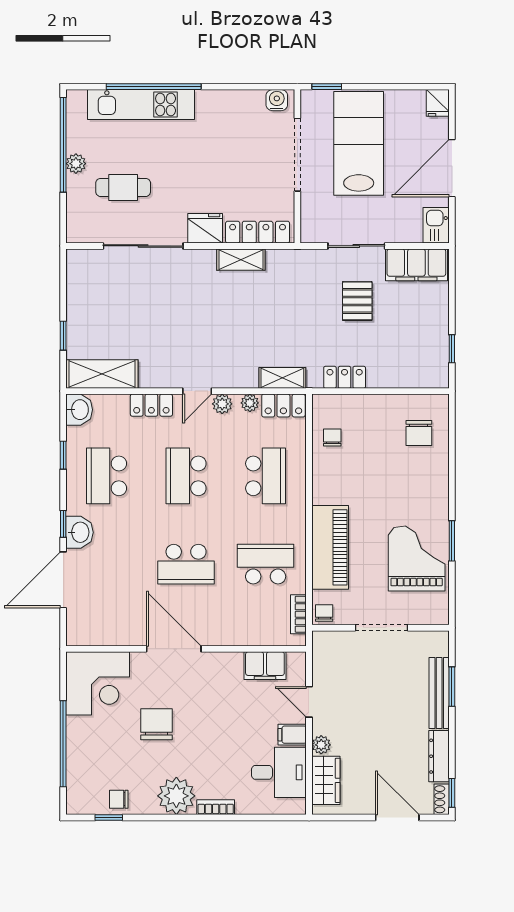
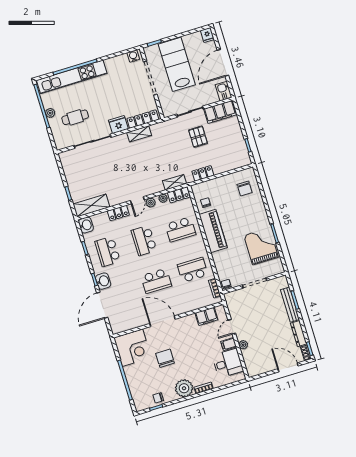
kitchen unit: (141, 105) -> (72, 77), width x1.36
school desk: (266, 476) -> (180, 229), turned 90
piano: (330, 547) -> (213, 231), moved
door: (309, 702) -> (232, 327), hinge flipped
wardrobe: (326, 780) -> (250, 360), removed

